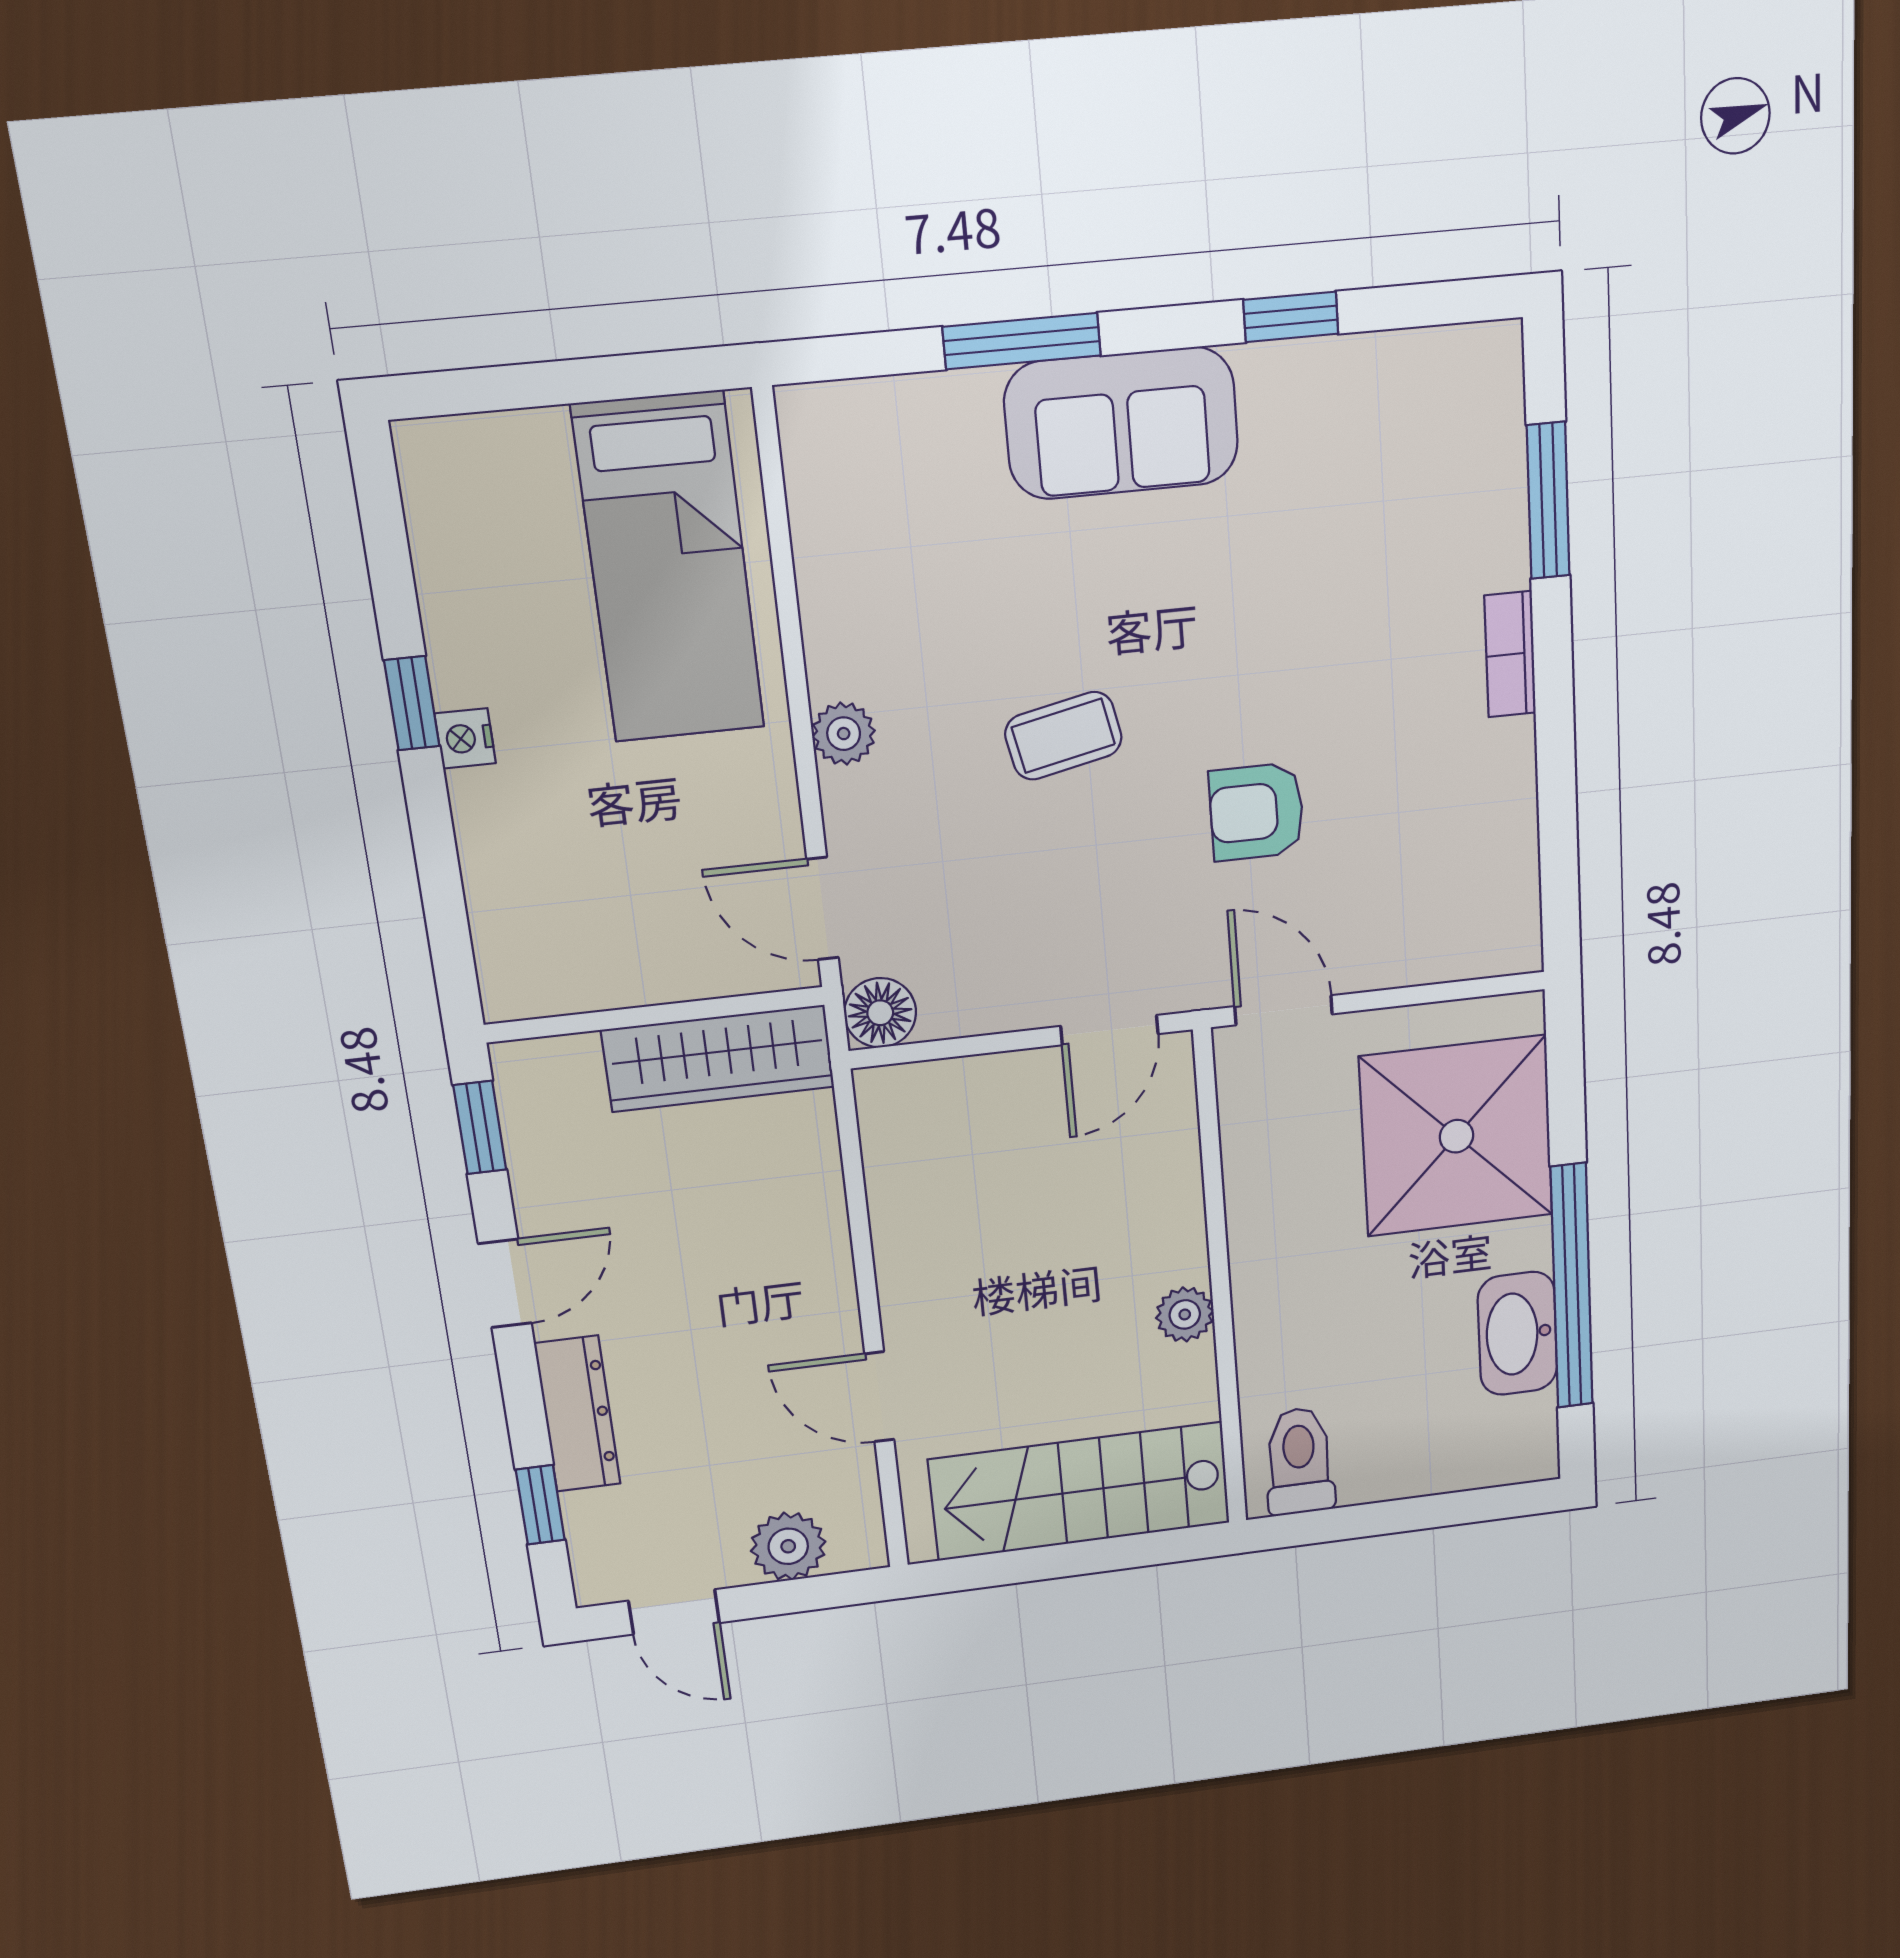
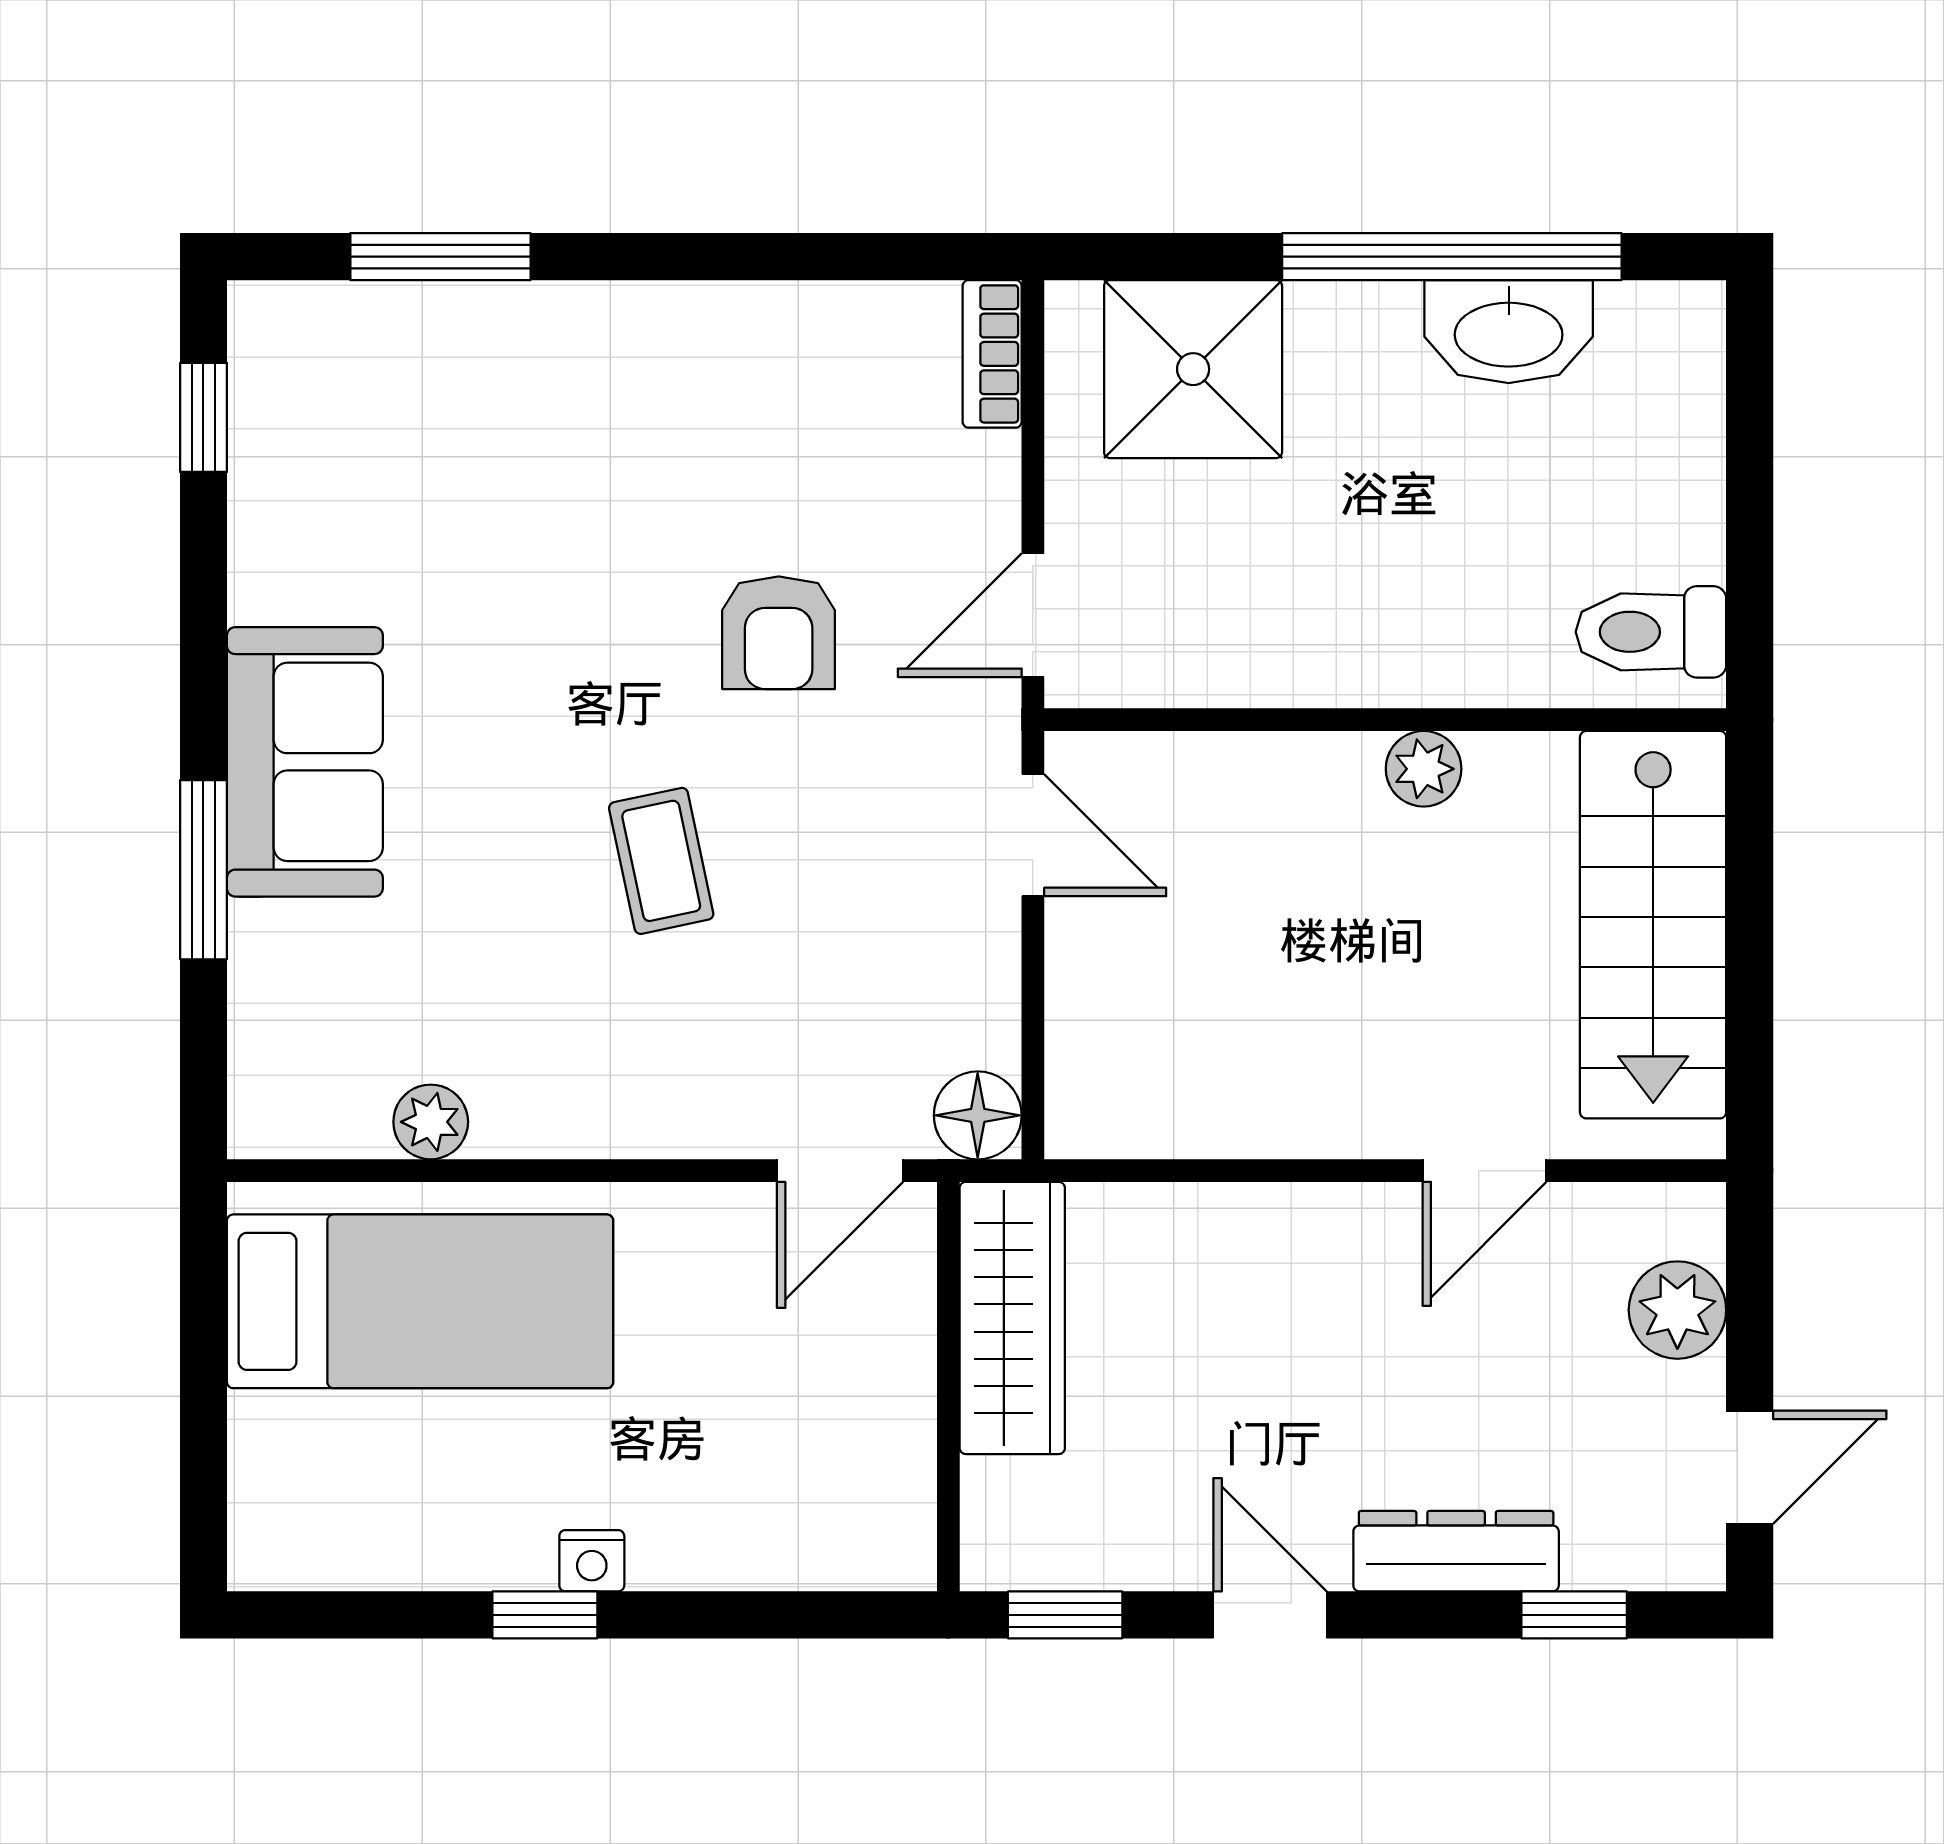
window: (1291, 317) -> (203, 417), moved
bookcase: (1510, 654) -> (992, 354), moved, turned 90
plant: (844, 734) -> (431, 1122), moved
shower: (1456, 1136) -> (1193, 369), width x0.73, depth x0.73

